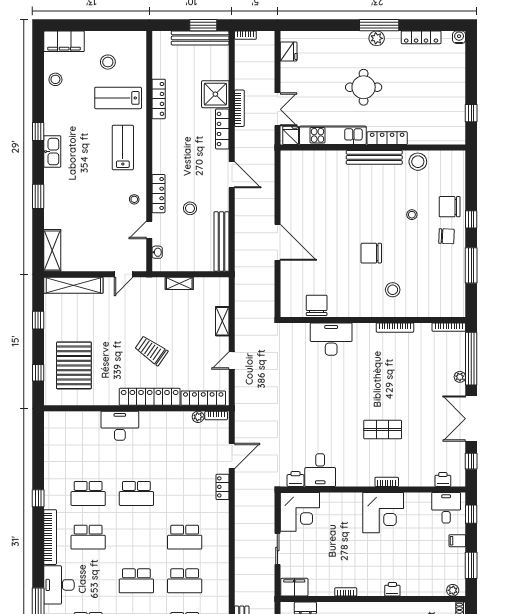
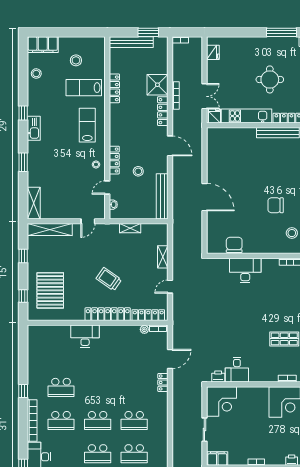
bench: (200, 38) -> (131, 42), moved
plant: (377, 38) -> (280, 42), removed
school desk: (136, 493) -> (98, 421), moved

